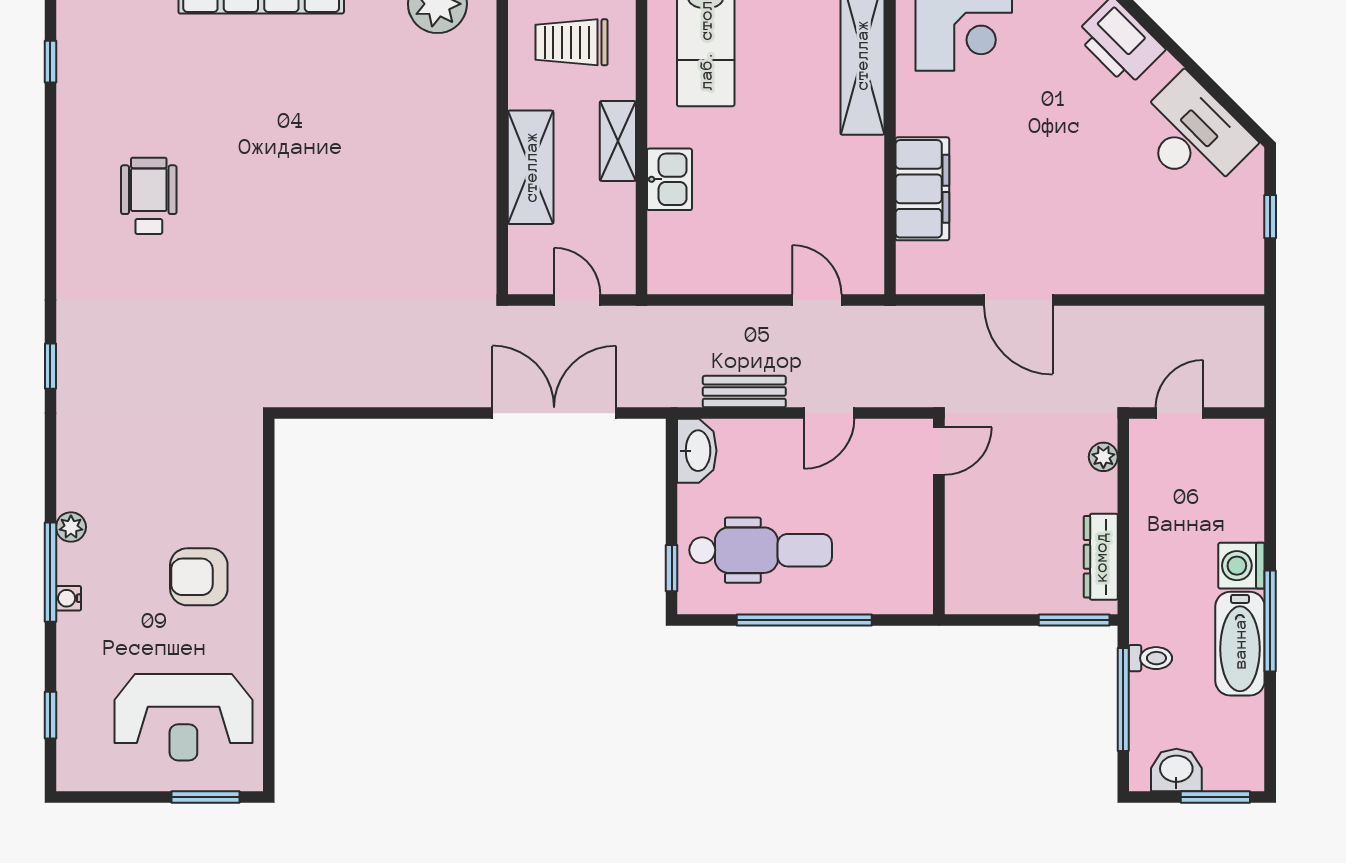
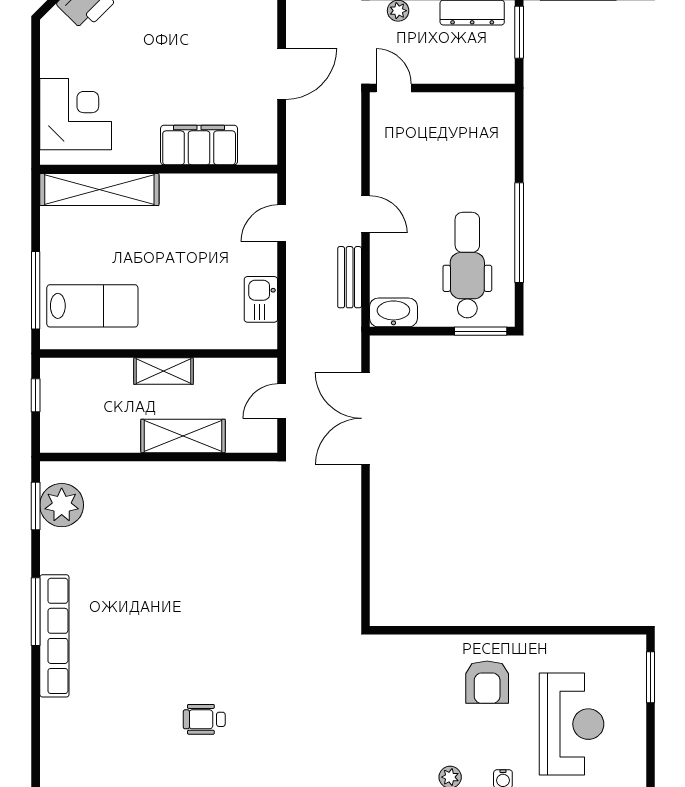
trolley: (572, 42) -> (90, 405), removed
kitchen sink: (669, 179) -> (261, 299), moved, turned -90
wheelchair: (149, 196) -> (204, 719), width x0.73, depth x0.73
door: (939, 451) -> (394, 88), moved
wall: (939, 517) -> (442, 88), moved
window: (672, 568) -> (481, 331), width x1.50
reception desk: (183, 717) -> (572, 724), moved

